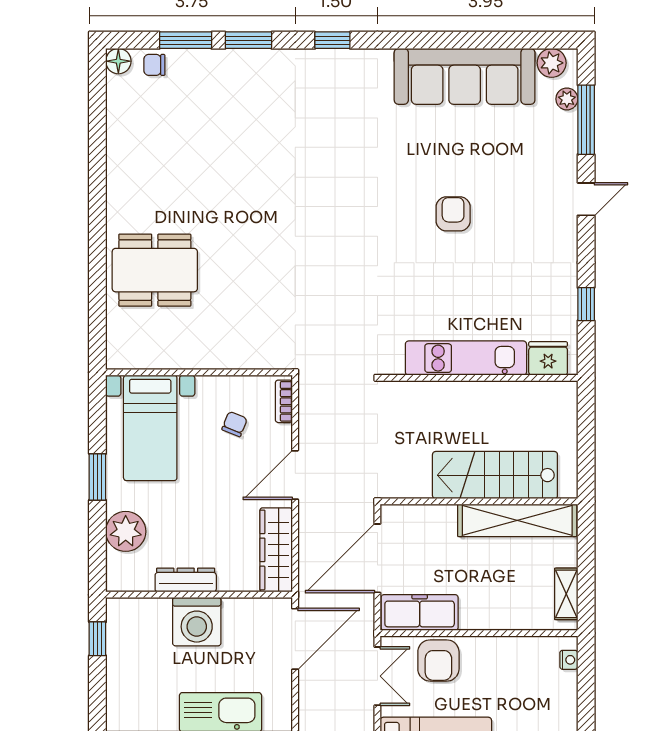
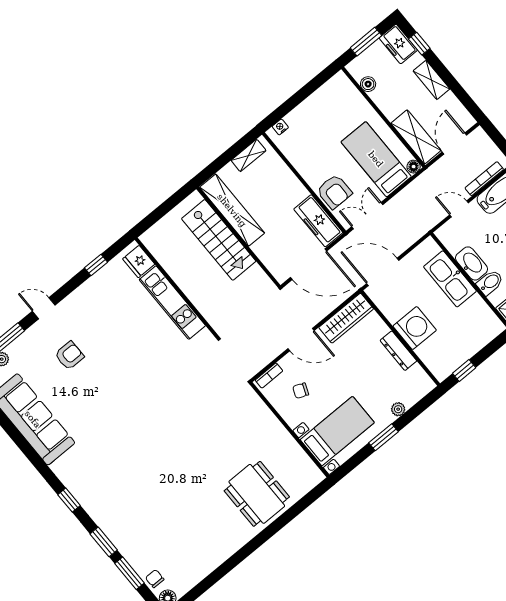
chair: (154, 65) -> (155, 579), turned 180
armchair: (453, 214) -> (69, 356), moved, turned 180
plant: (126, 531) -> (398, 409), width x0.53, depth x0.53
armchair: (438, 660) -> (334, 192), turned 90

